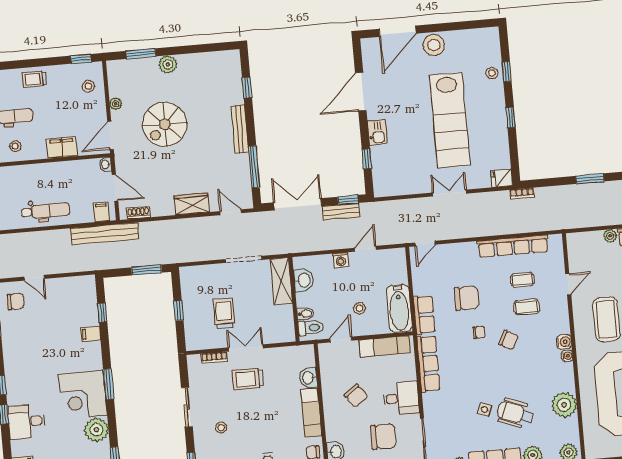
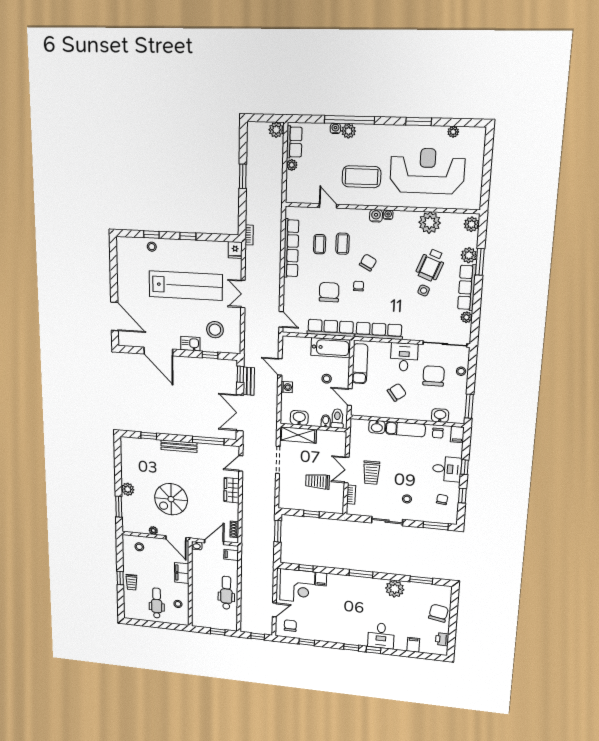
stool: (434, 45) -> (215, 330), moved
window: (81, 59) -> (120, 578), moved
spiral stairs: (165, 124) -> (171, 499), turned 90
bench: (105, 234) -> (247, 556), removed
row of seats: (424, 315) -> (331, 328), width x1.48
corner desk: (83, 395) -> (297, 586), moved

